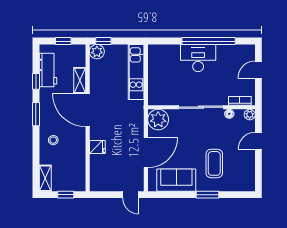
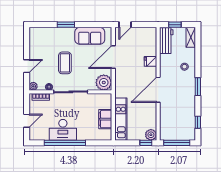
window: (63, 41) -> (177, 143), width x2.17
desk: (198, 58) -> (63, 130), moved
workbench: (48, 70) -> (166, 41), moved, turned 180
filing cabinet: (156, 72) -> (105, 119), added
shelving: (80, 80) -> (164, 113), removed
window: (36, 81) -> (198, 122), moved
door: (88, 110) -> (158, 90), swing flipped
coffee table: (214, 163) -> (65, 63), moved
door: (131, 195) -> (125, 25), swing flipped

